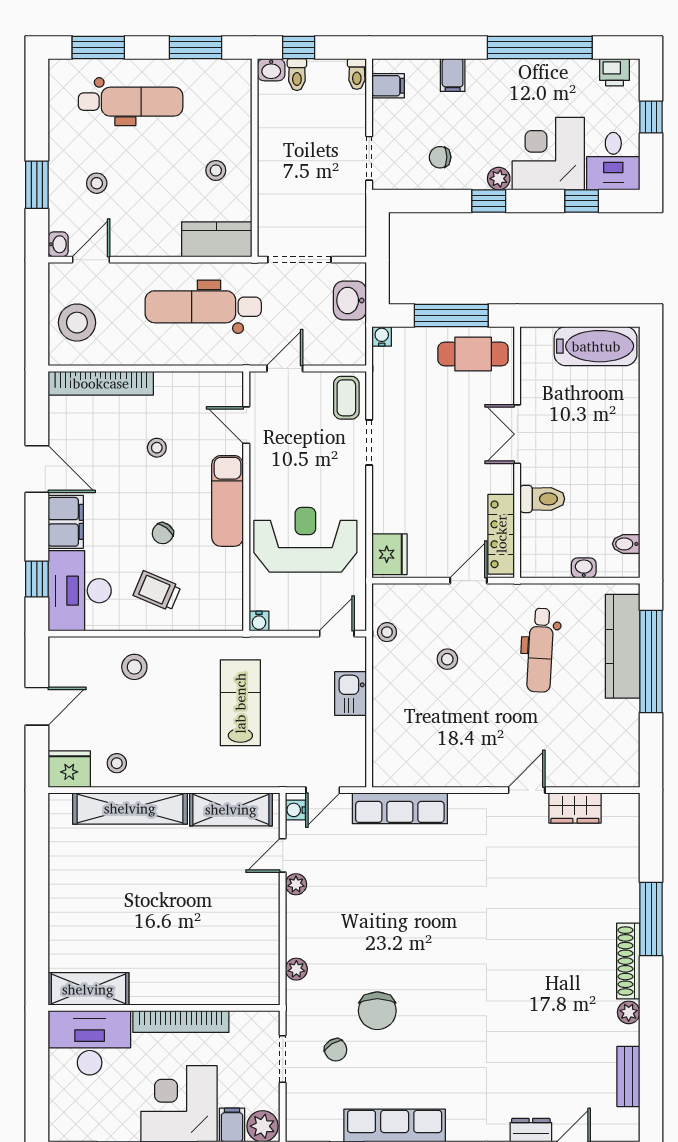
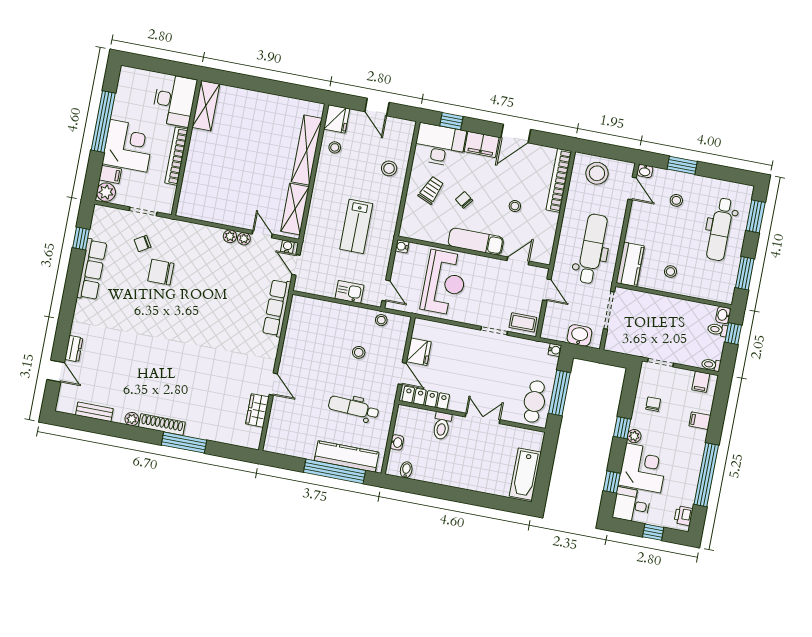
fridge: (389, 554) -> (419, 352), moved, turned -90
lab bench: (240, 703) -> (356, 226), turned 90
plant: (296, 969) -> (230, 236), moved

